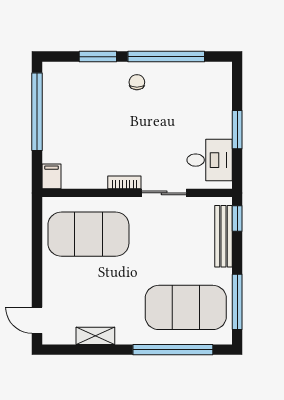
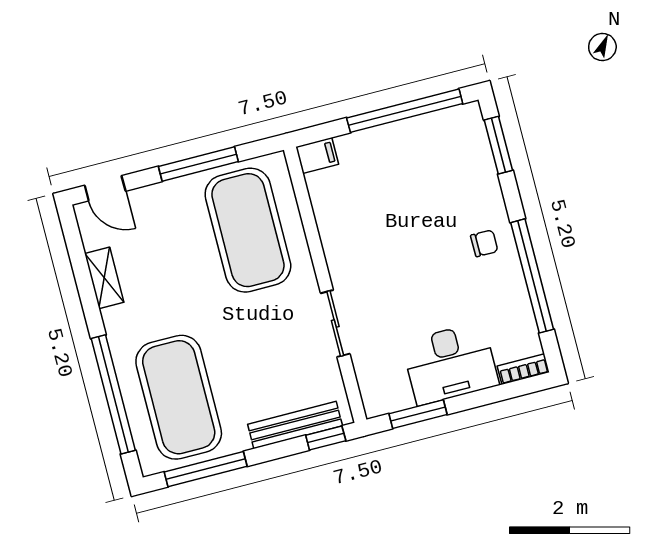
window: (98, 57) -> (498, 145), moved
window: (237, 130) -> (418, 414), moved
desk: (210, 160) -> (450, 364), moved, width x1.37
bookcase: (124, 182) -> (523, 369), moved, turned -90
window: (37, 255) -> (198, 164), added
door: (37, 320) -> (105, 188), swing flipped

